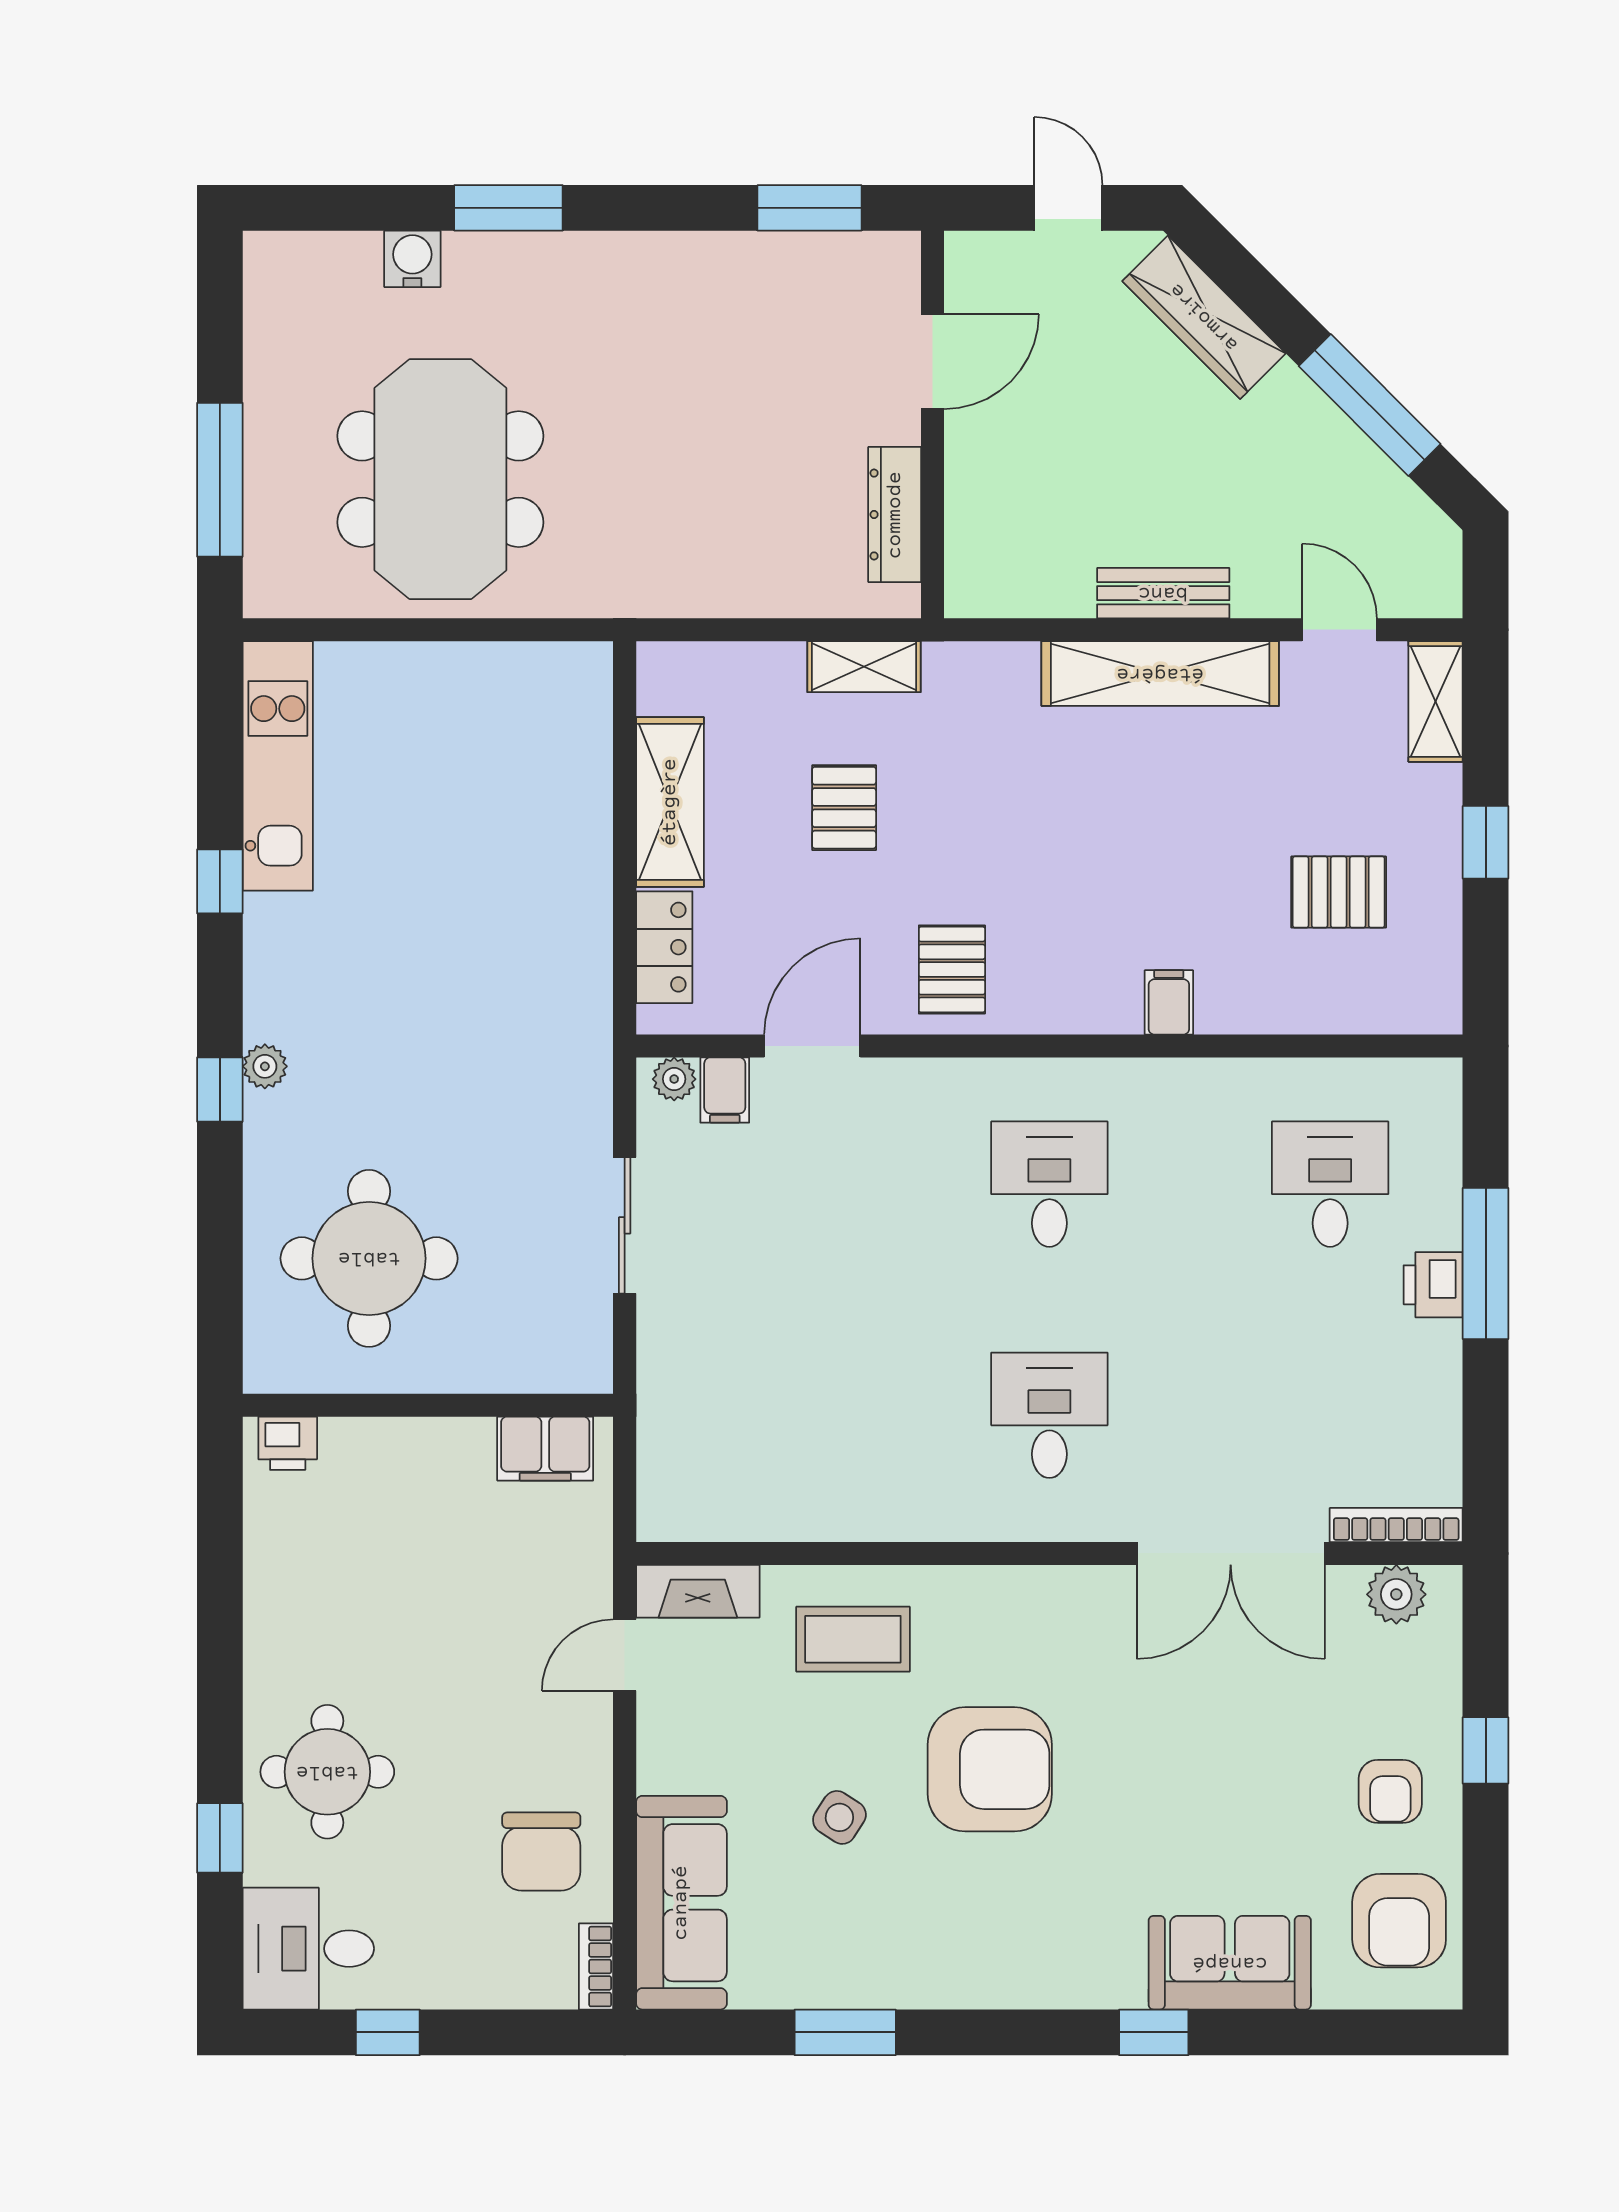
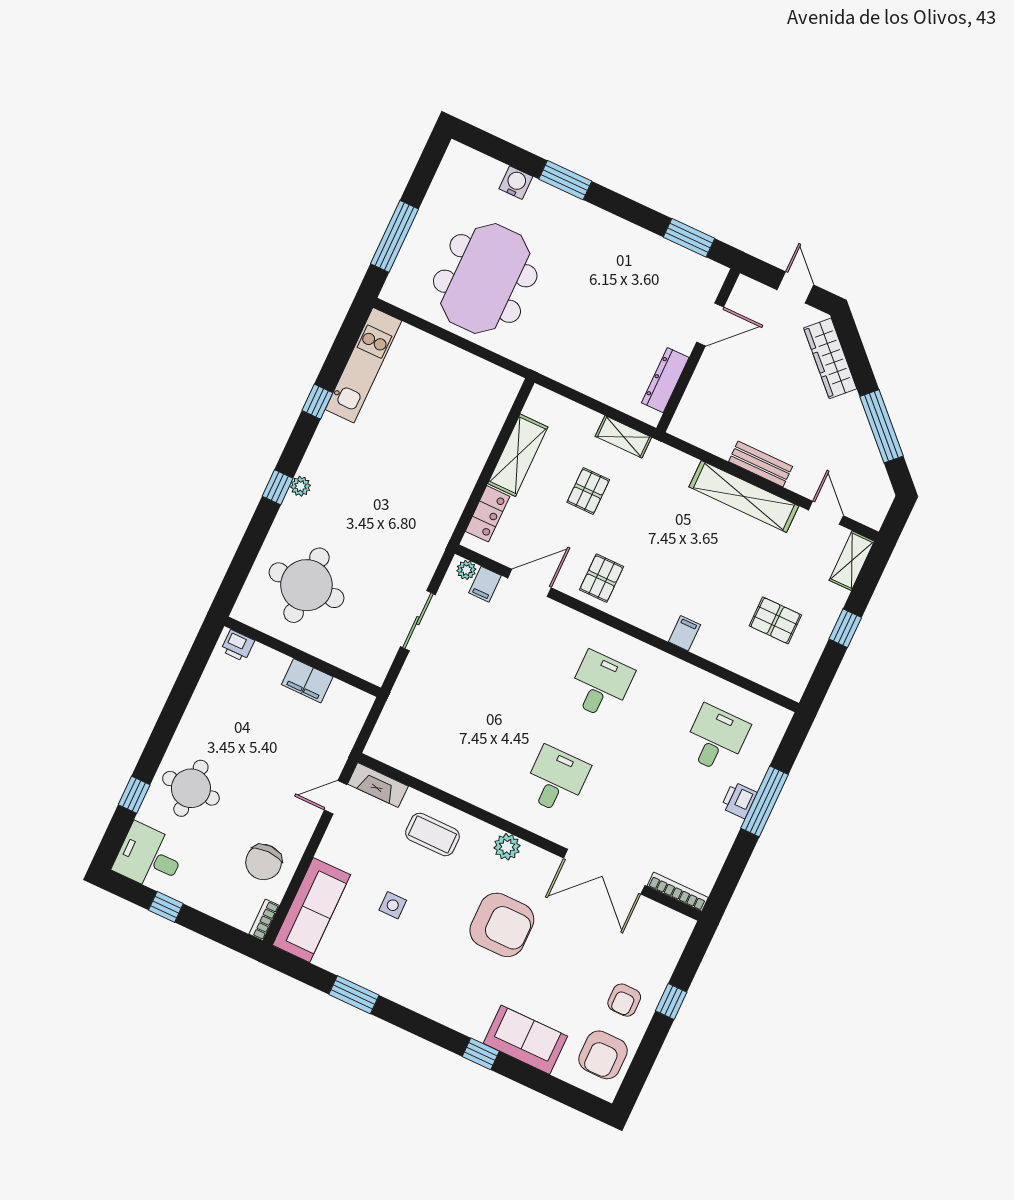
filing cabinet: (545, 1449) -> (307, 681), moved
plant: (1396, 1594) -> (507, 847), moved
armchair: (990, 1769) -> (502, 925), moved
side table: (839, 1817) -> (393, 905), turned -33

